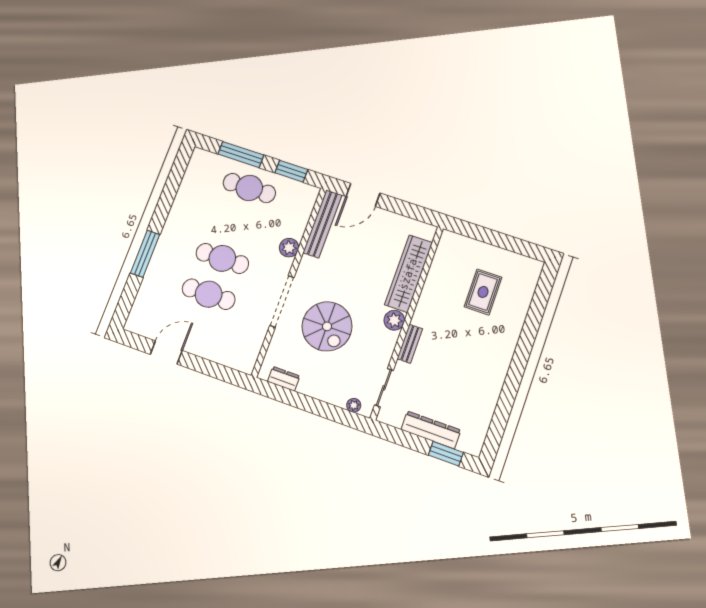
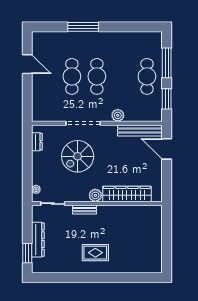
rug: (483, 292) -> (95, 253), moved

